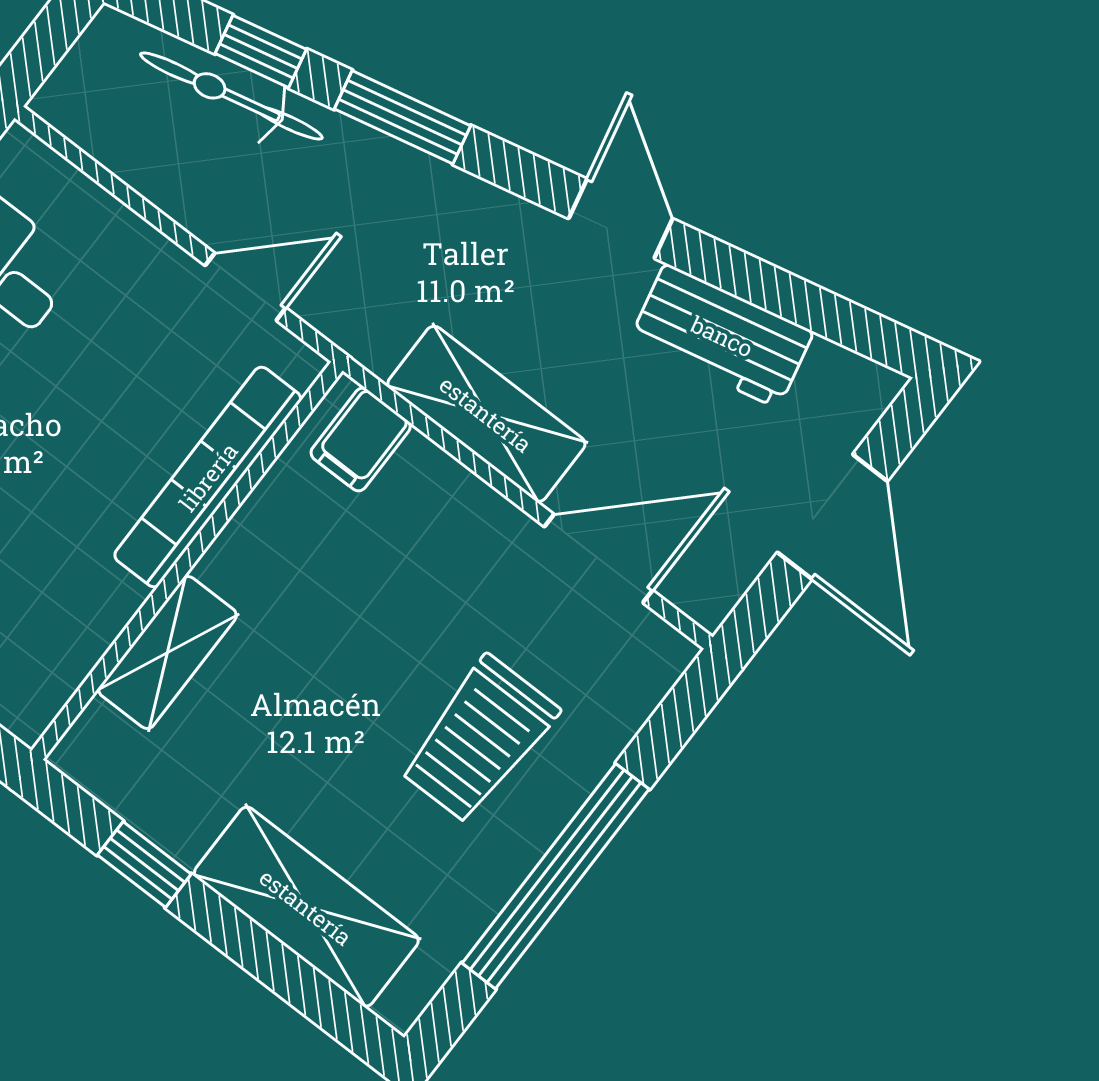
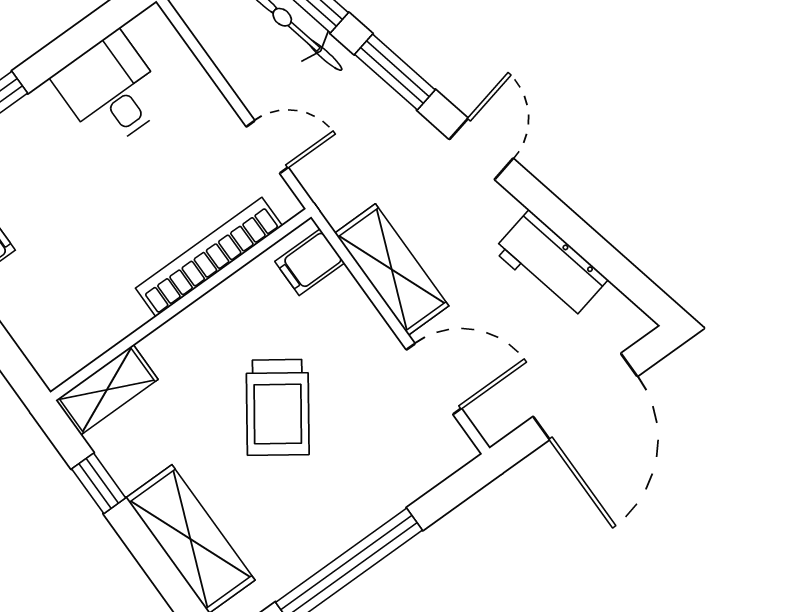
door: (621, 219) -> (481, 149), moved
door: (832, 517) -> (585, 396), width x1.36
shelving: (167, 652) -> (107, 390), moved
trolley: (479, 740) -> (278, 407), moved, turned -55

